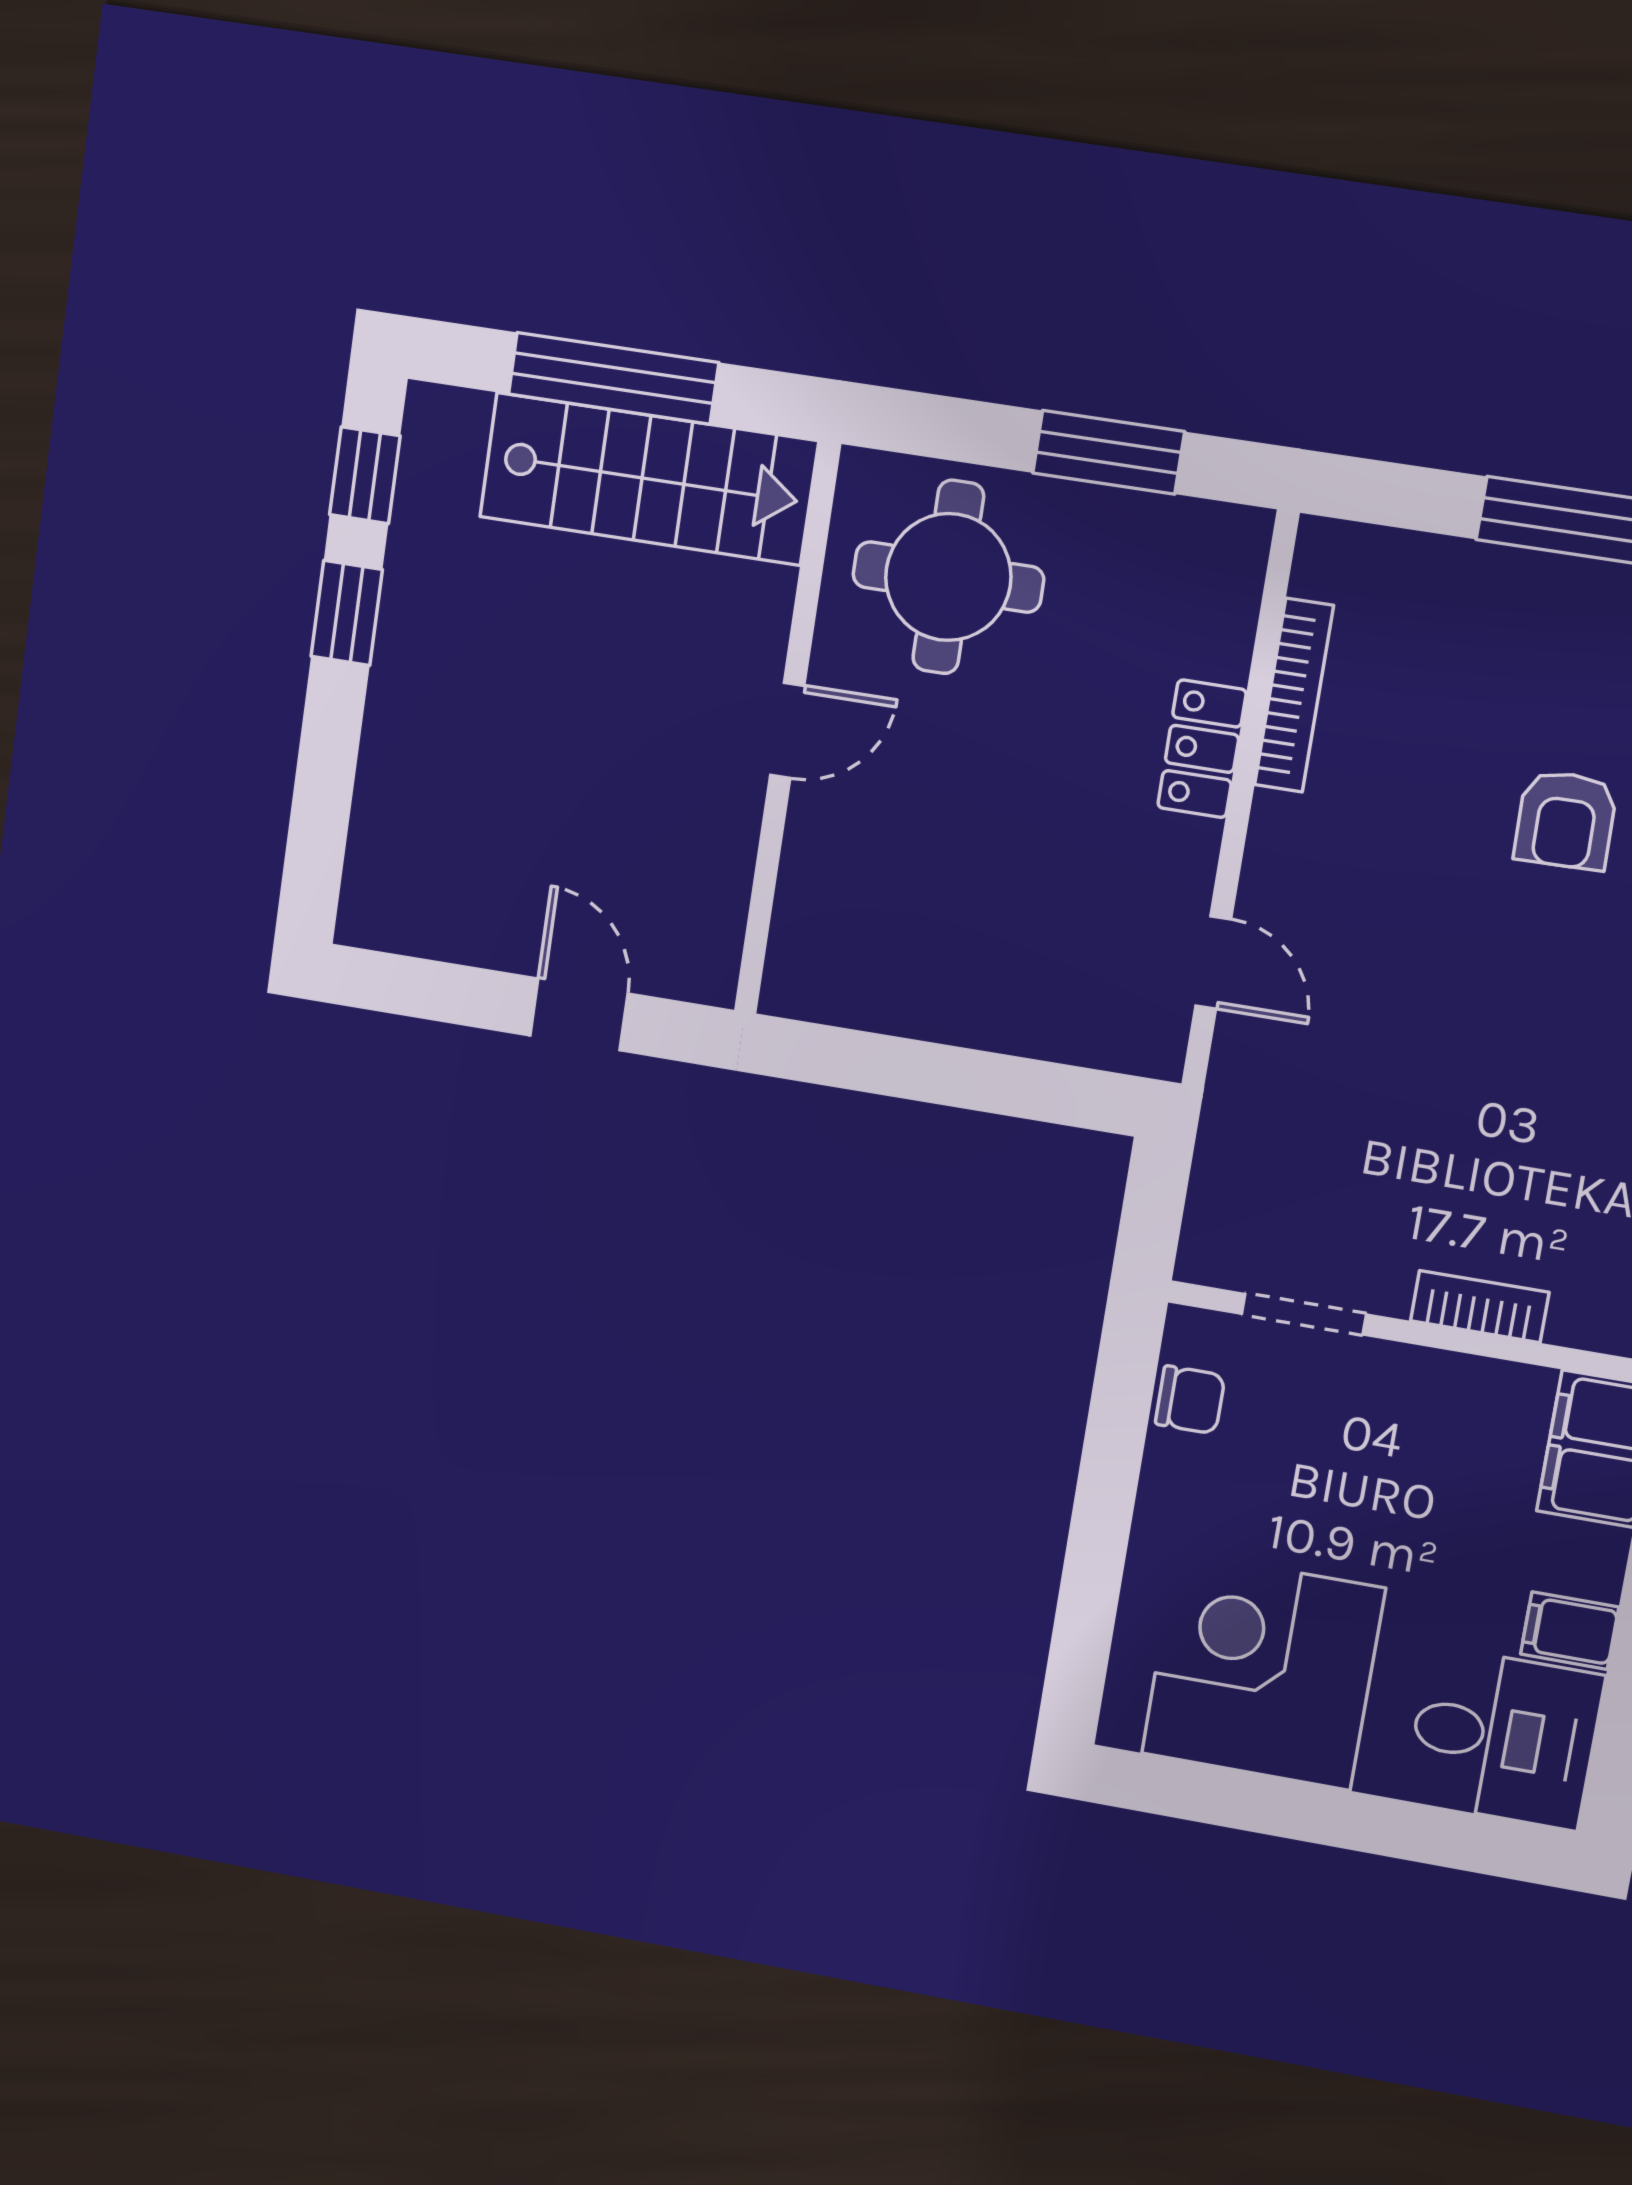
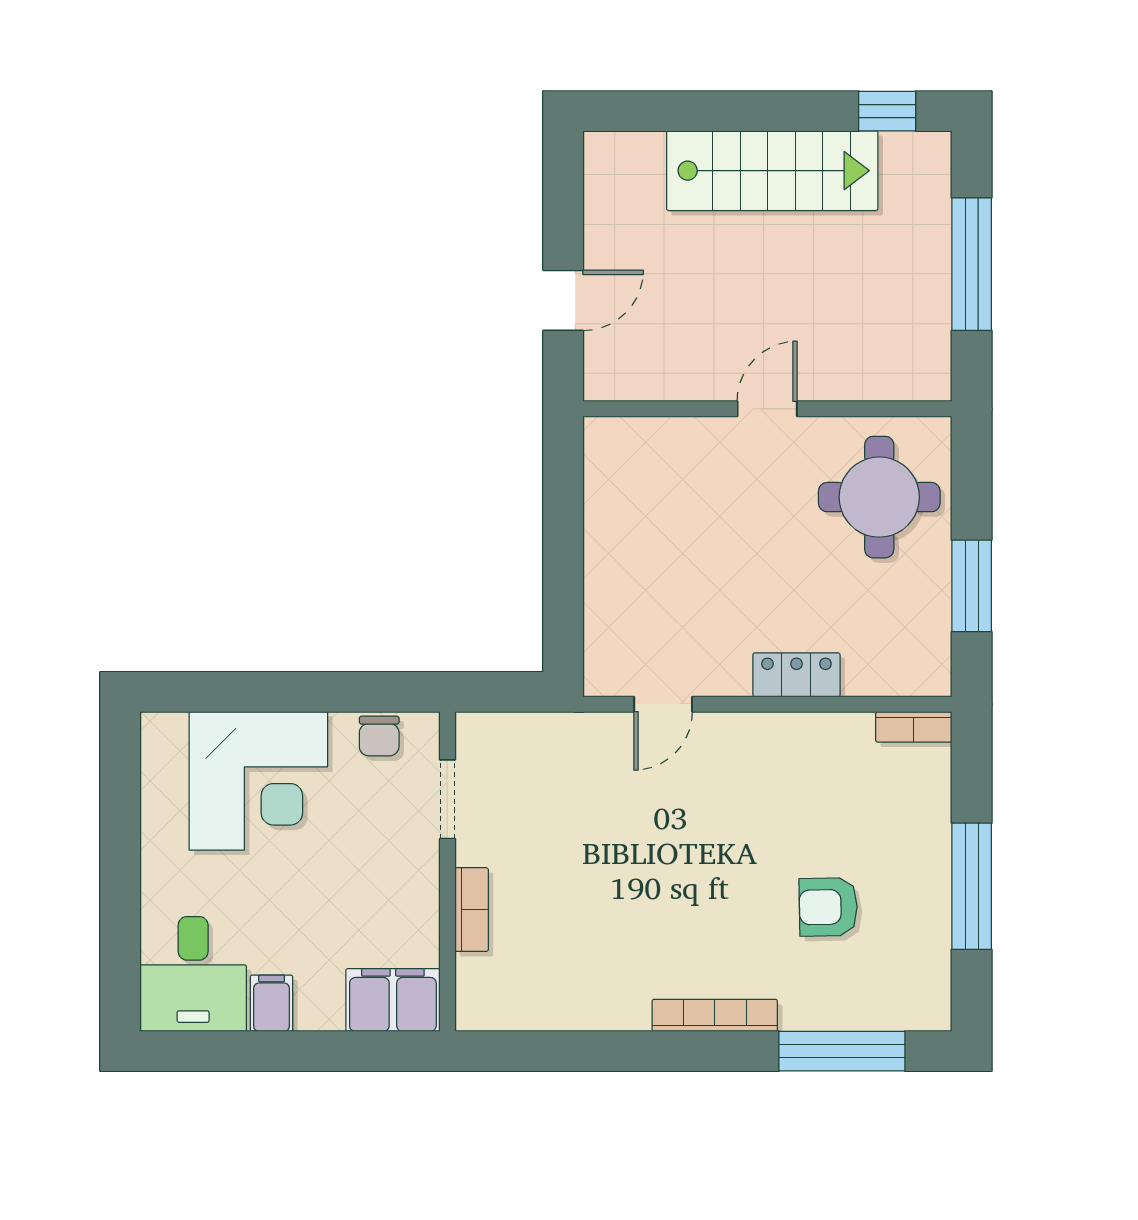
stairs: (648, 479) -> (772, 171), moved, turned -90
window: (347, 613) -> (798, 111), removed
bookcase: (1294, 695) -> (914, 727), moved, width x0.64
door: (787, 730) -> (767, 409), swing flipped
armchair: (1566, 820) -> (828, 907), moved
corner desk: (1263, 1671) -> (258, 781), moved, turned 90

